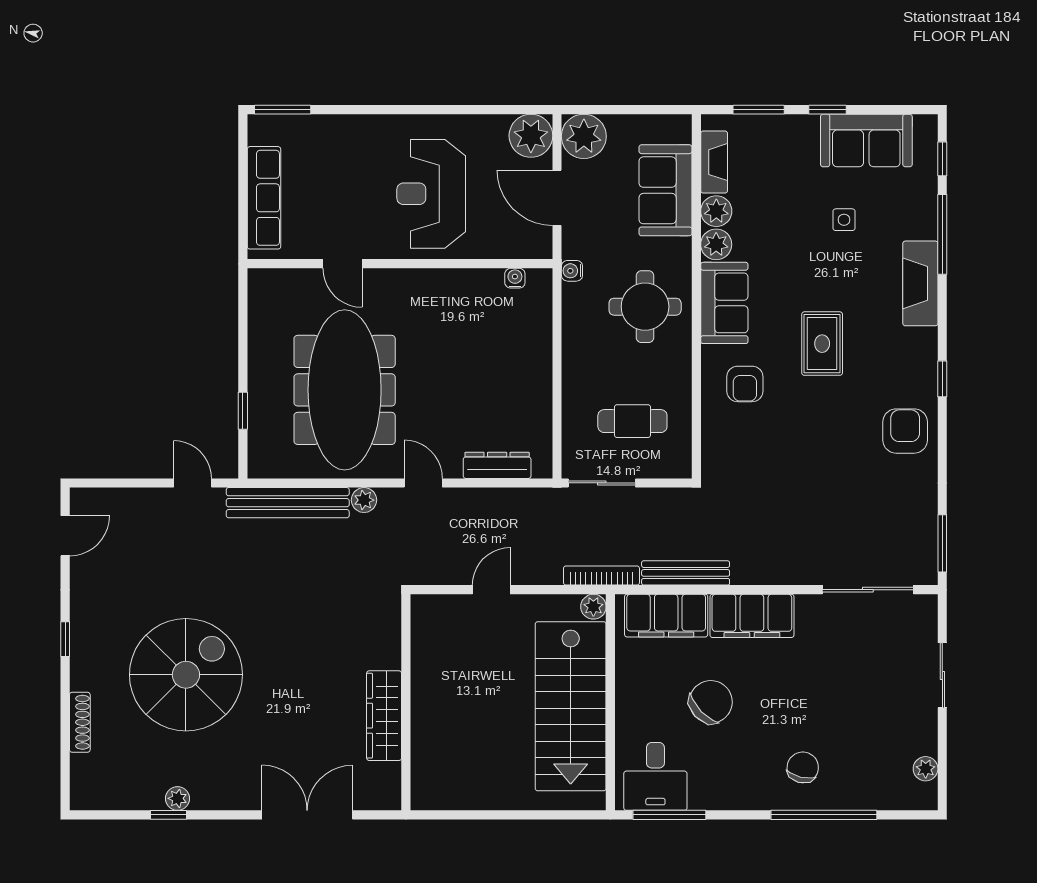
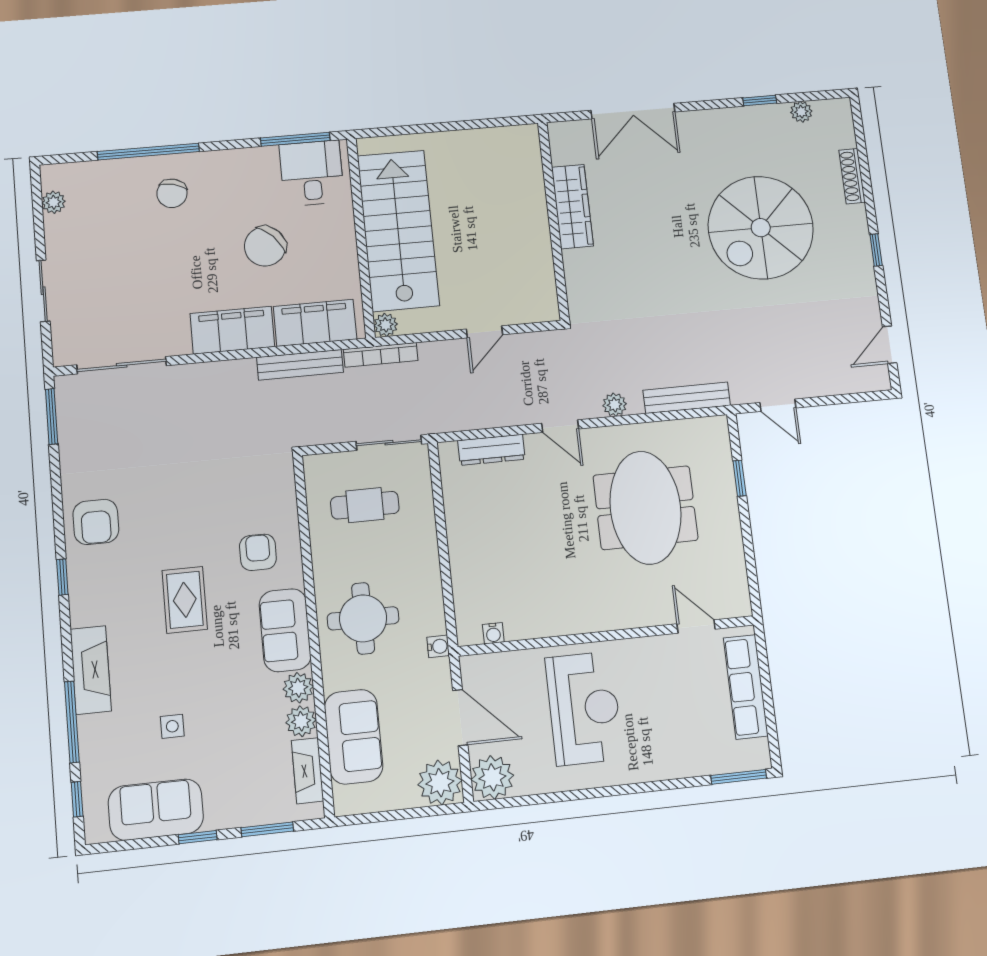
door: (342, 264) -> (696, 626), moved
meeting table: (345, 390) -> (645, 508), width x0.73
bench: (288, 503) -> (687, 398), width x0.73, depth x0.82
plant: (178, 798) -> (801, 112), moved

